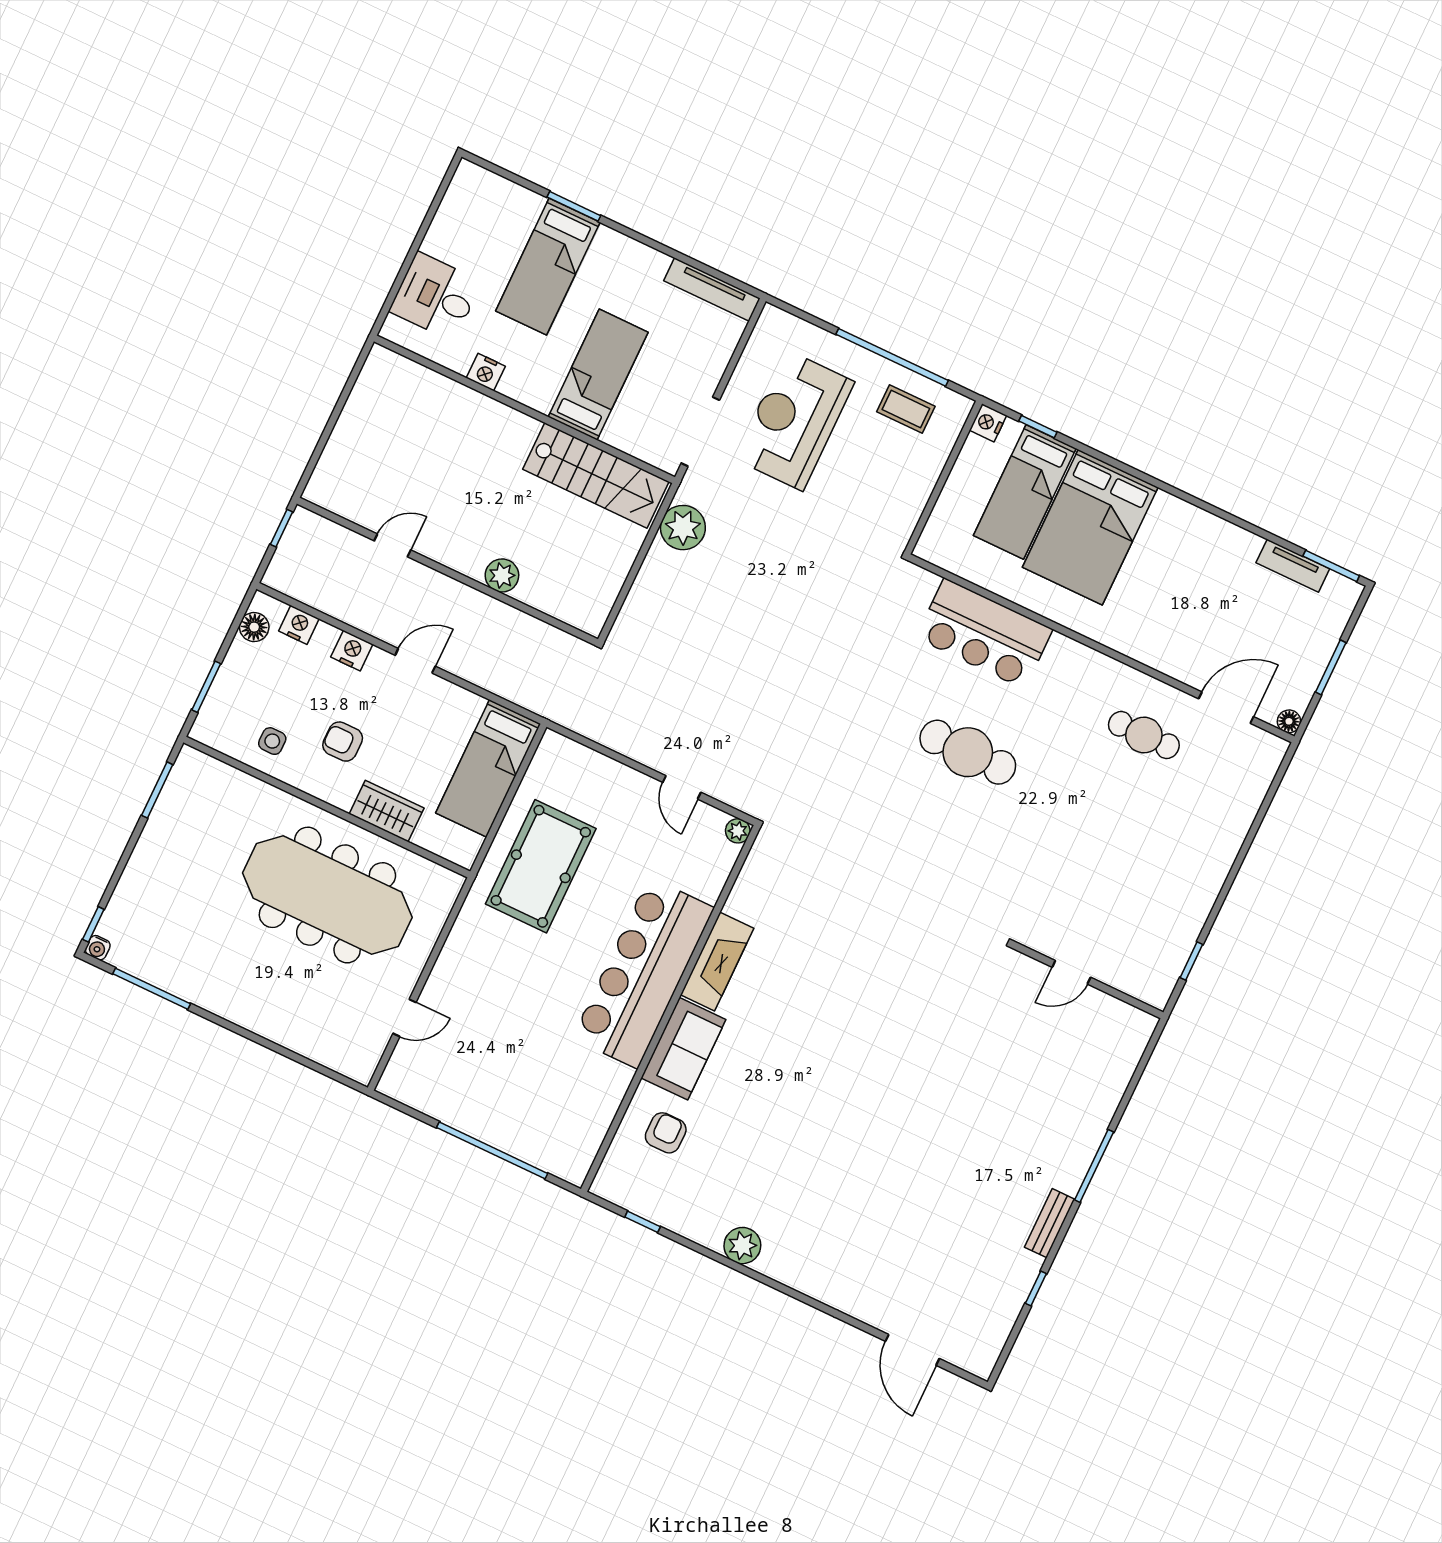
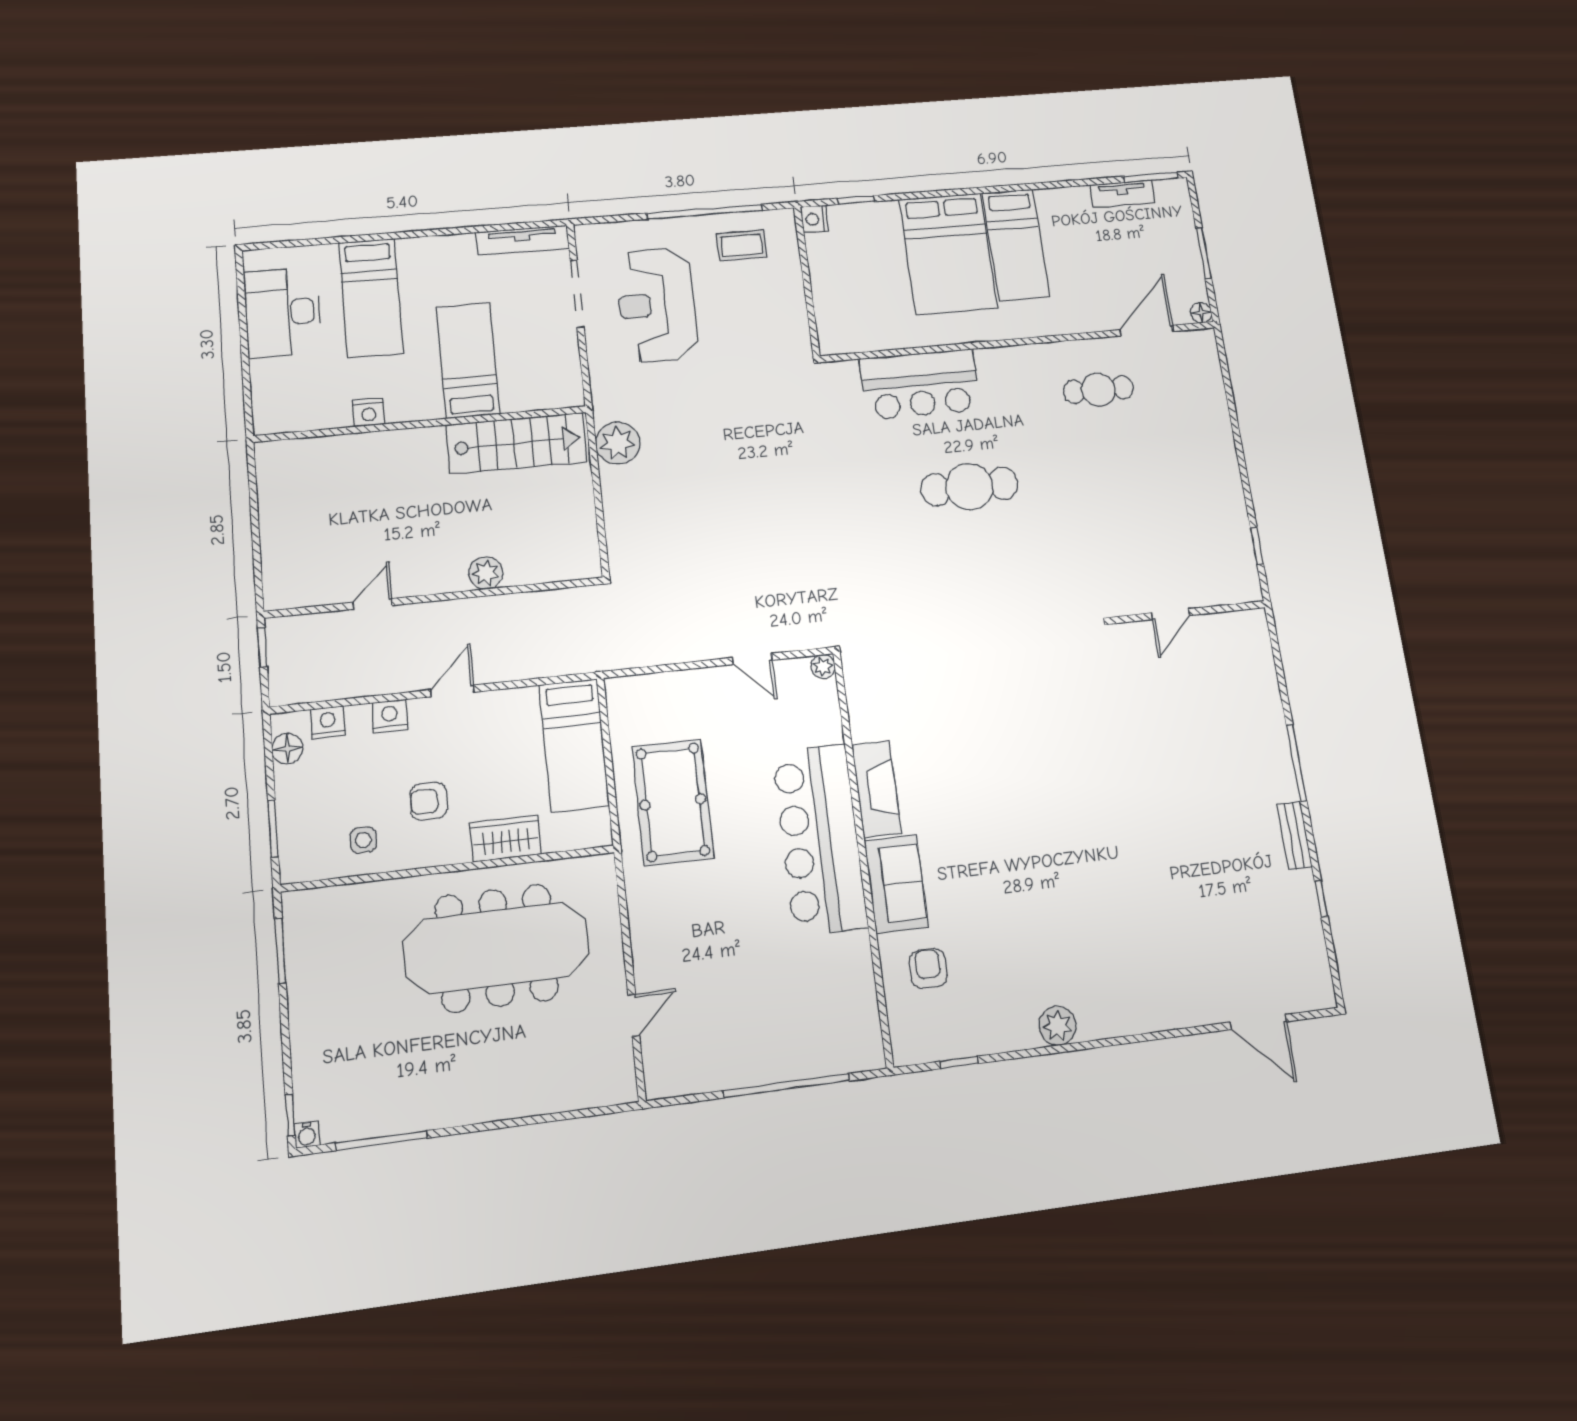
window: (574, 206) -> (364, 238), removed
desk: (435, 296) -> (283, 312), moved, width x1.37
doorway: (700, 432) -> (577, 294), moved
bed: (1025, 492) -> (1016, 245), moved

